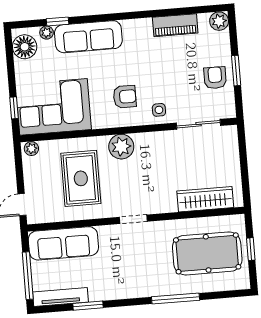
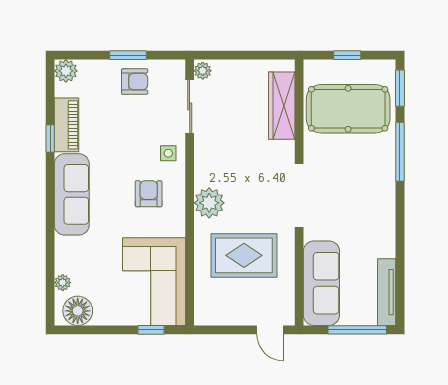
window: (57, 21) -> (50, 138), moved
sofa: (88, 37) -> (72, 194), moved
armchair: (215, 78) -> (135, 82), turned 180
plant: (31, 149) -> (203, 71), moved
doorway: (133, 219) -> (299, 195), width x1.87
pool table: (207, 253) -> (348, 109), turned 90
window: (88, 306) -> (400, 88), moved

